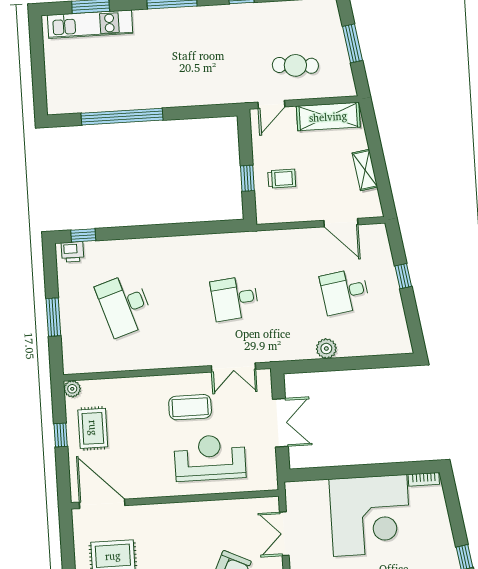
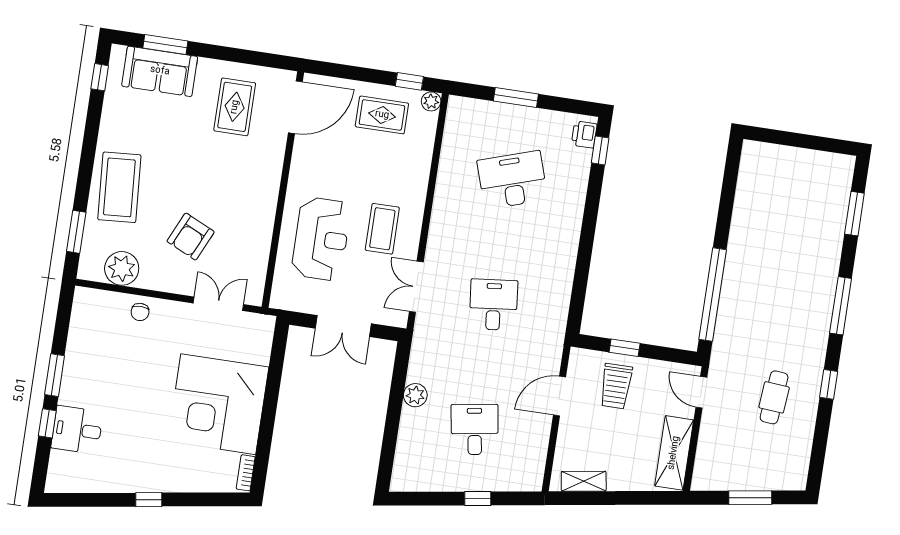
kitchen unit: (90, 24) -> (835, 209), removed
cafe table: (295, 65) -> (774, 397), moved
window: (122, 117) -> (713, 294), moved
shelving: (365, 170) -> (584, 481), moved
trolley: (282, 179) -> (616, 386), width x1.36, depth x1.39
door: (341, 223) -> (560, 396), moved
window: (61, 435) -> (409, 81), moved

